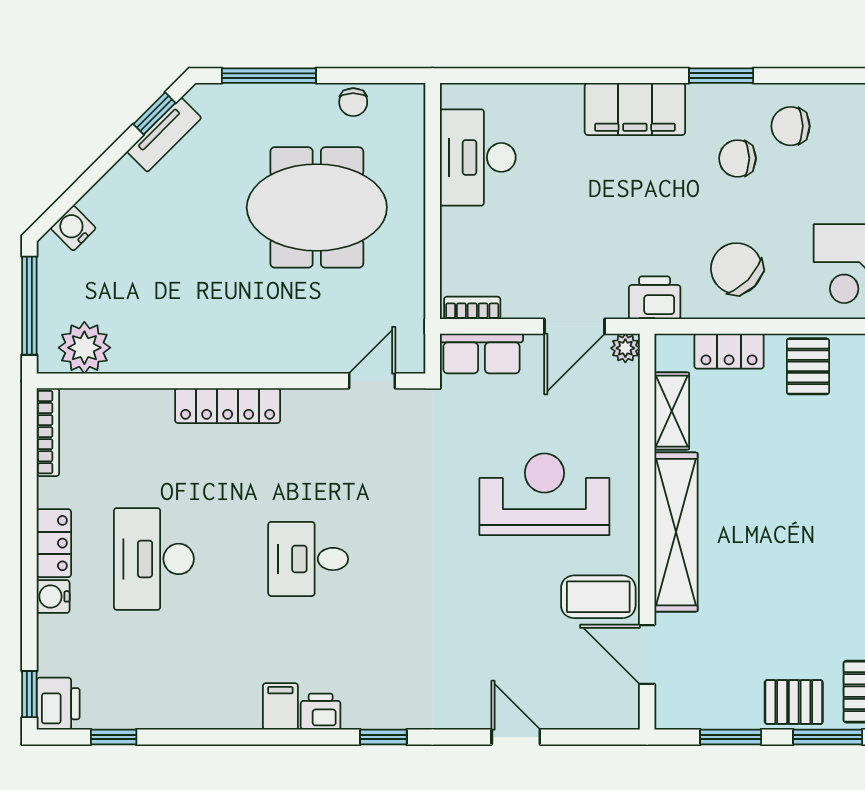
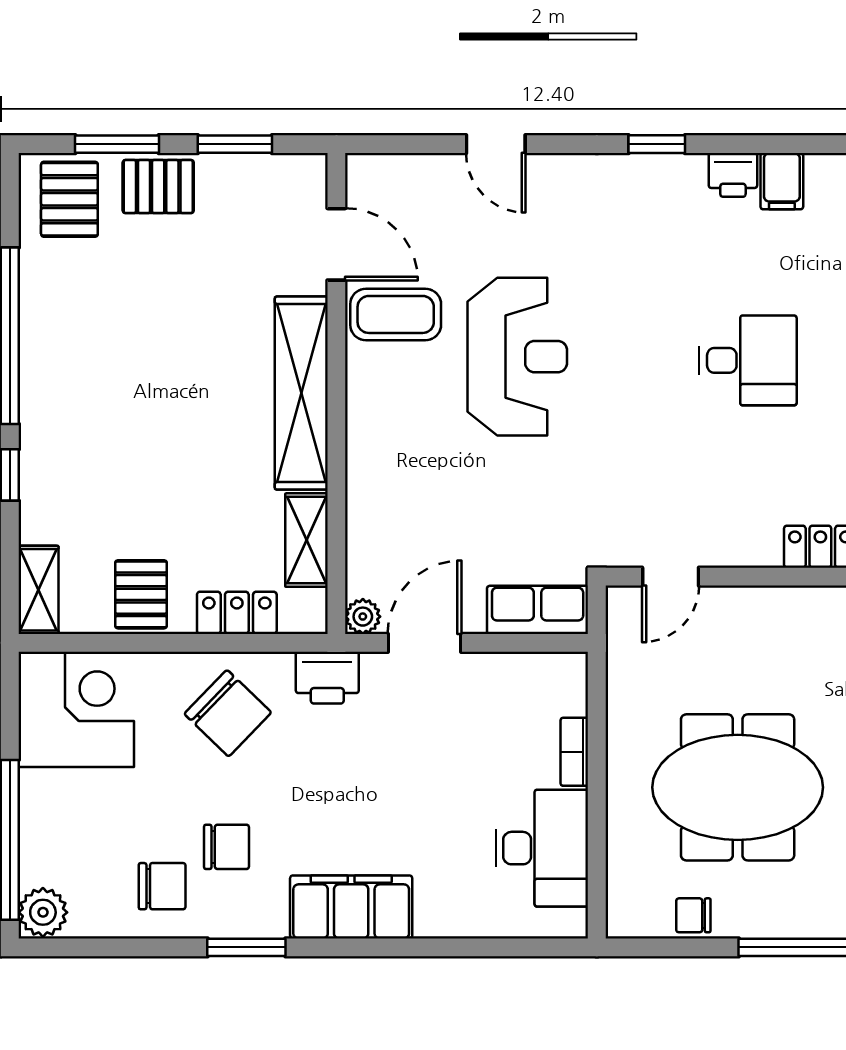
chair: (353, 102) -> (693, 915), turned -90
bookcase: (472, 308) -> (574, 752), moved, turned 90
reception desk: (544, 494) -> (517, 357), moved, turned -90

